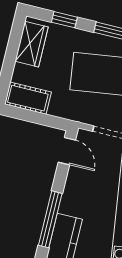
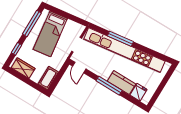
door: (67, 151) -> (79, 67), swing flipped

